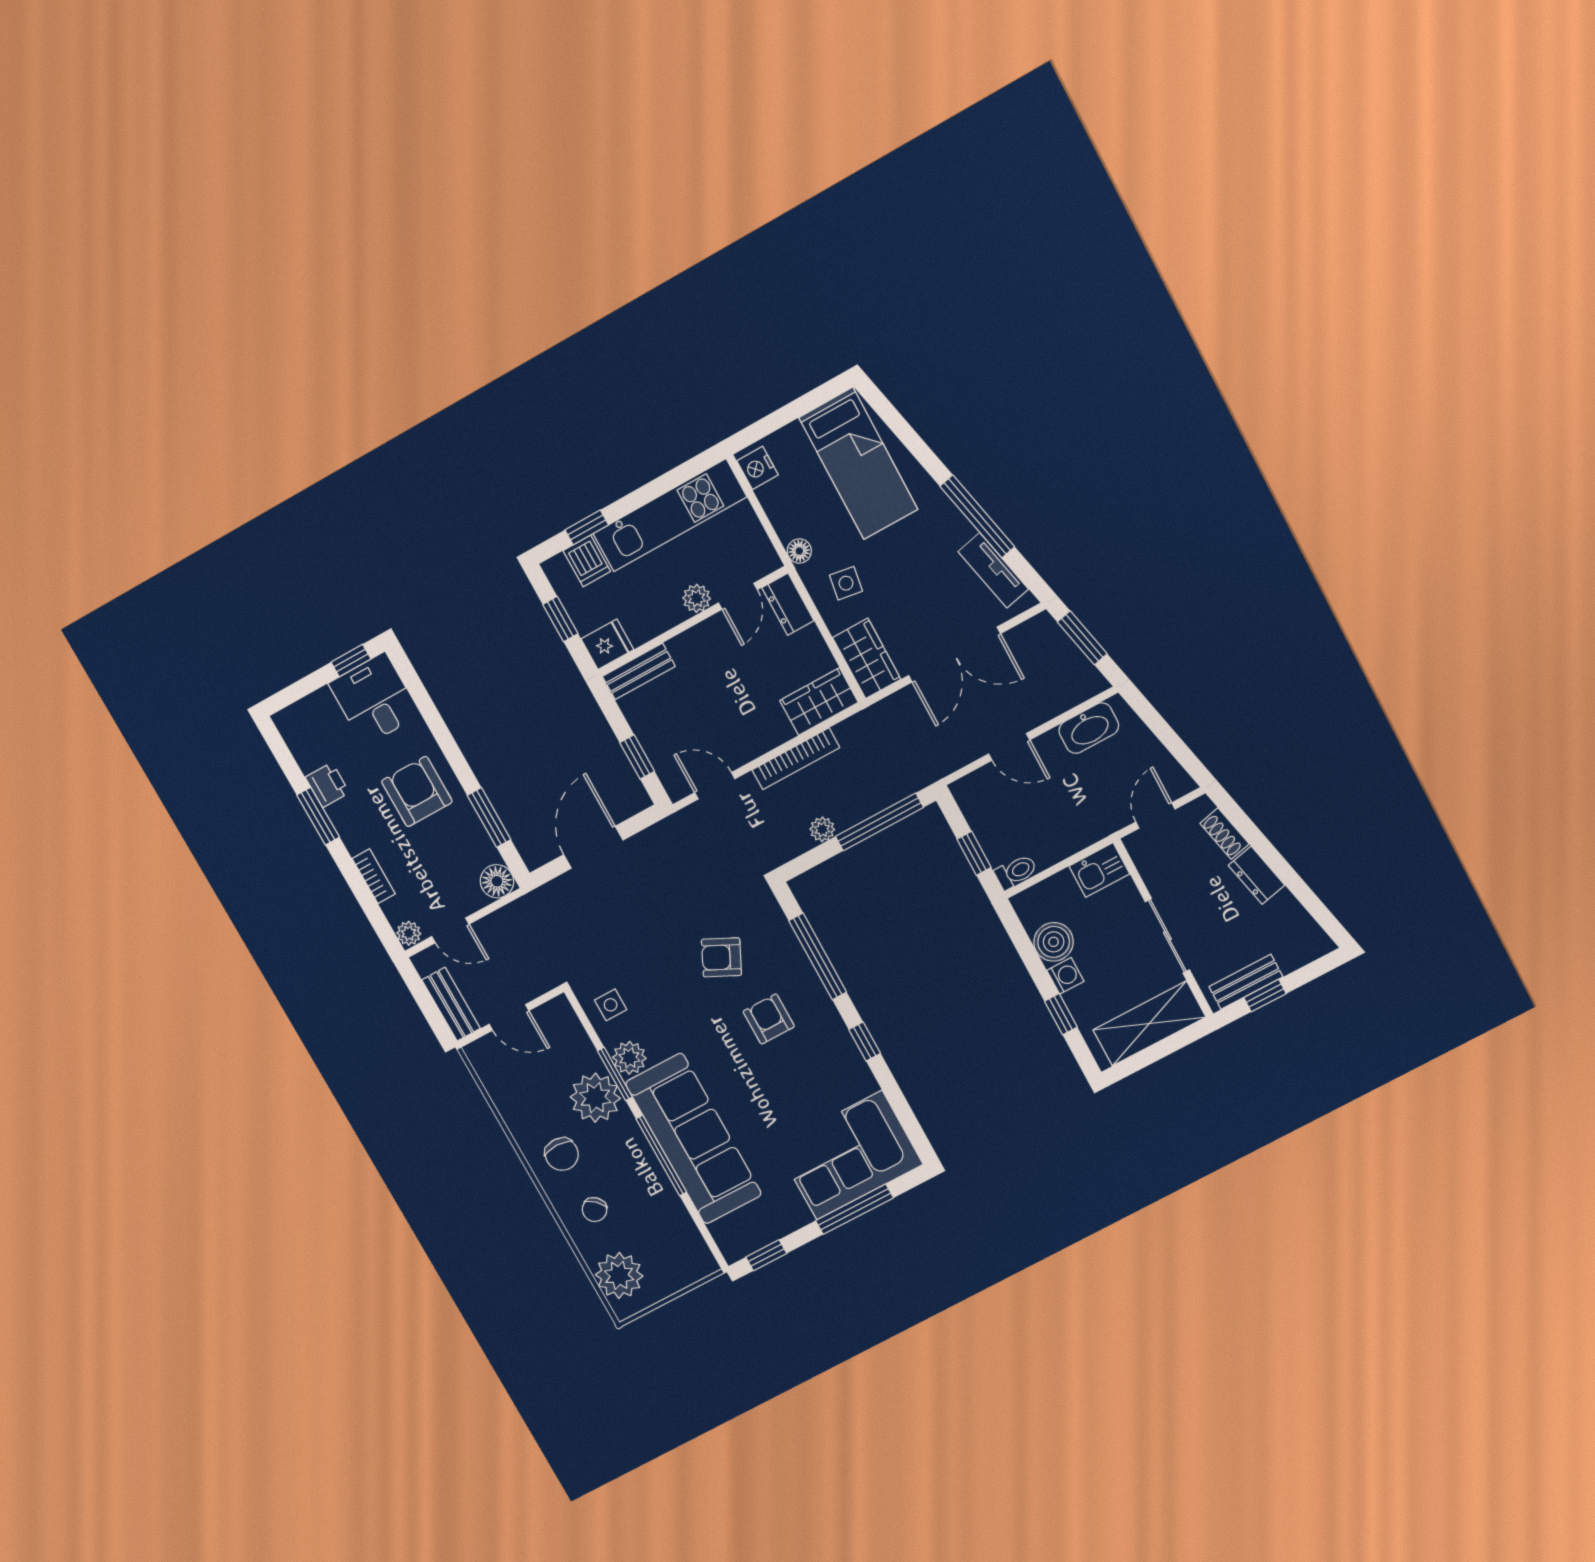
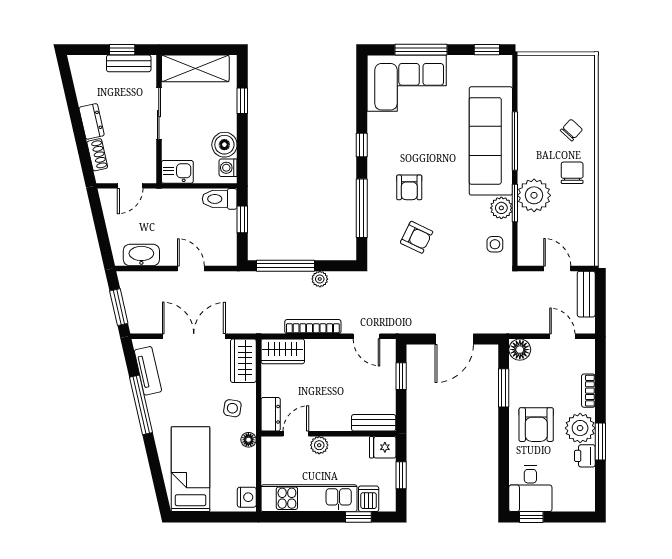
toilet: (1016, 872) -> (220, 199), width x1.37, depth x1.39
plant: (409, 933) -> (580, 428), moved, width x1.88, depth x1.88
washing machine: (1065, 976) -> (228, 168), moved
plant: (619, 1275) -> (579, 83), removed

